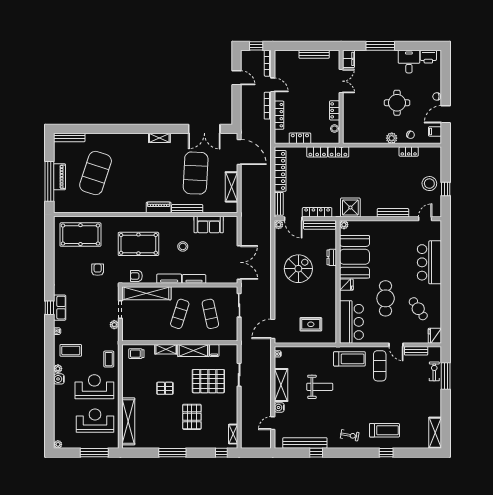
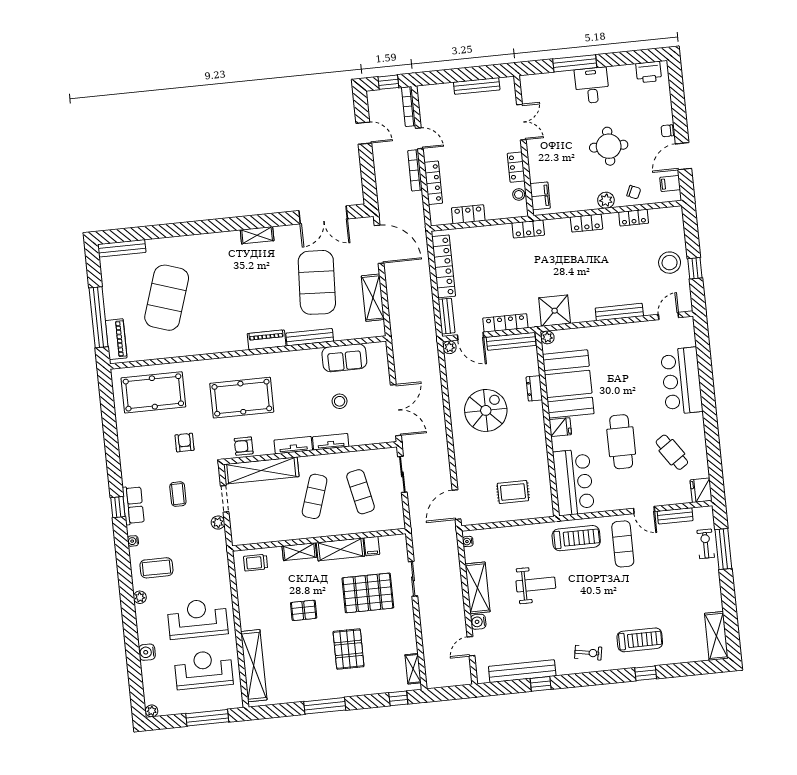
filing cabinet: (349, 59) -> (540, 196), moved
desk: (409, 62) -> (592, 85), moved
locker: (317, 152) -> (586, 223), moved
piano: (59, 177) -> (116, 339), moved
stool: (183, 246) -> (340, 401), moved
coffee table: (109, 359) -> (178, 494), moved
water cooler: (59, 379) -> (147, 652), moved

